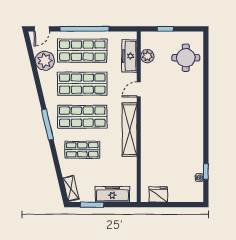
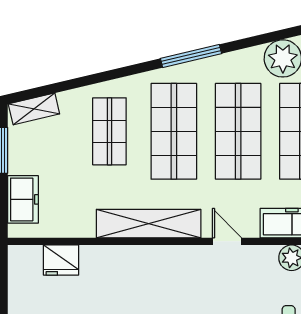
window: (48, 125) -> (191, 56), moved
freezer: (112, 194) -> (23, 199), width x0.71
fridge: (158, 194) -> (61, 260), moved, turned 90

